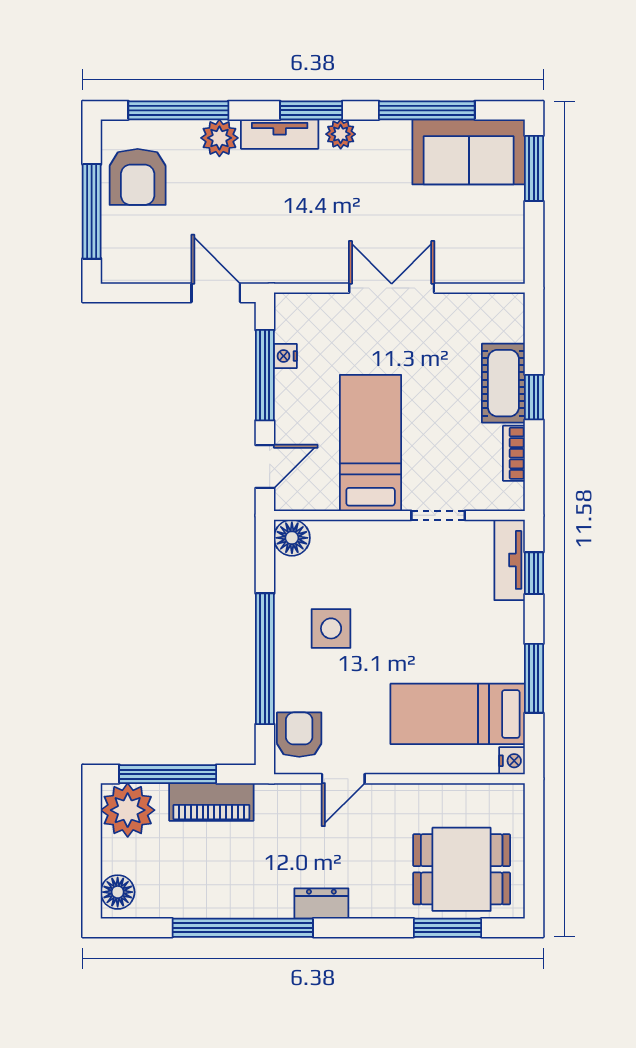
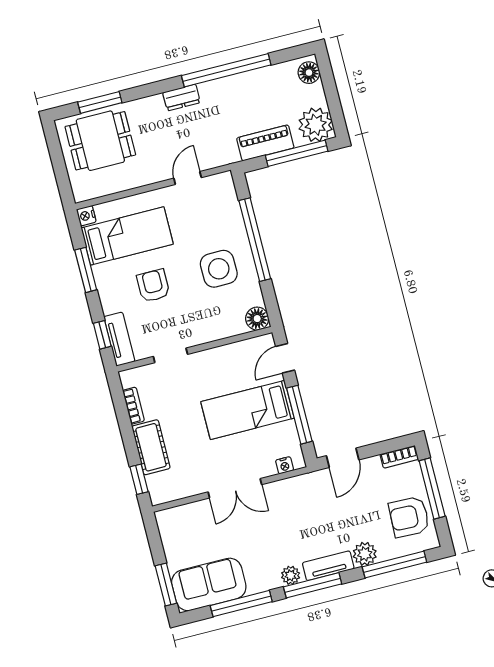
window: (311, 110) -> (313, 585), width x1.44
armchair: (138, 177) -> (409, 517), turned -88
bookcase: (129, 272) -> (399, 457), added
door: (216, 293) -> (343, 458), hinge flipped
nightstand: (285, 356) -> (285, 465), moved, turned 90
window: (534, 397) -> (139, 479), moved
bed: (371, 443) -> (248, 410), moved, turned 90
side table: (331, 628) -> (219, 269), width x1.37, depth x1.37
armchair: (299, 735) -> (153, 286), moved, turned 180

